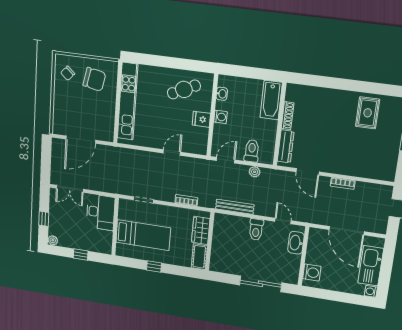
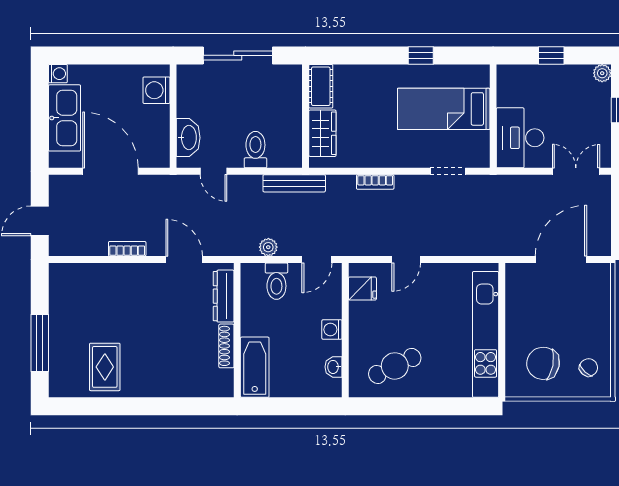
fridge: (201, 119) -> (362, 289), moved
wardrobe: (201, 230) -> (322, 133), moved
wall: (210, 242) -> (306, 116), moved
cot: (199, 257) -> (321, 86), moved

